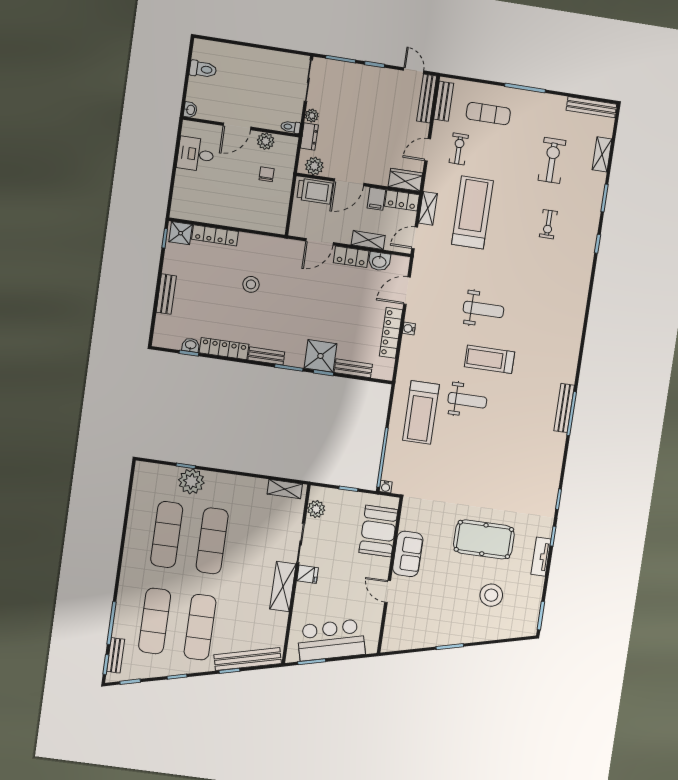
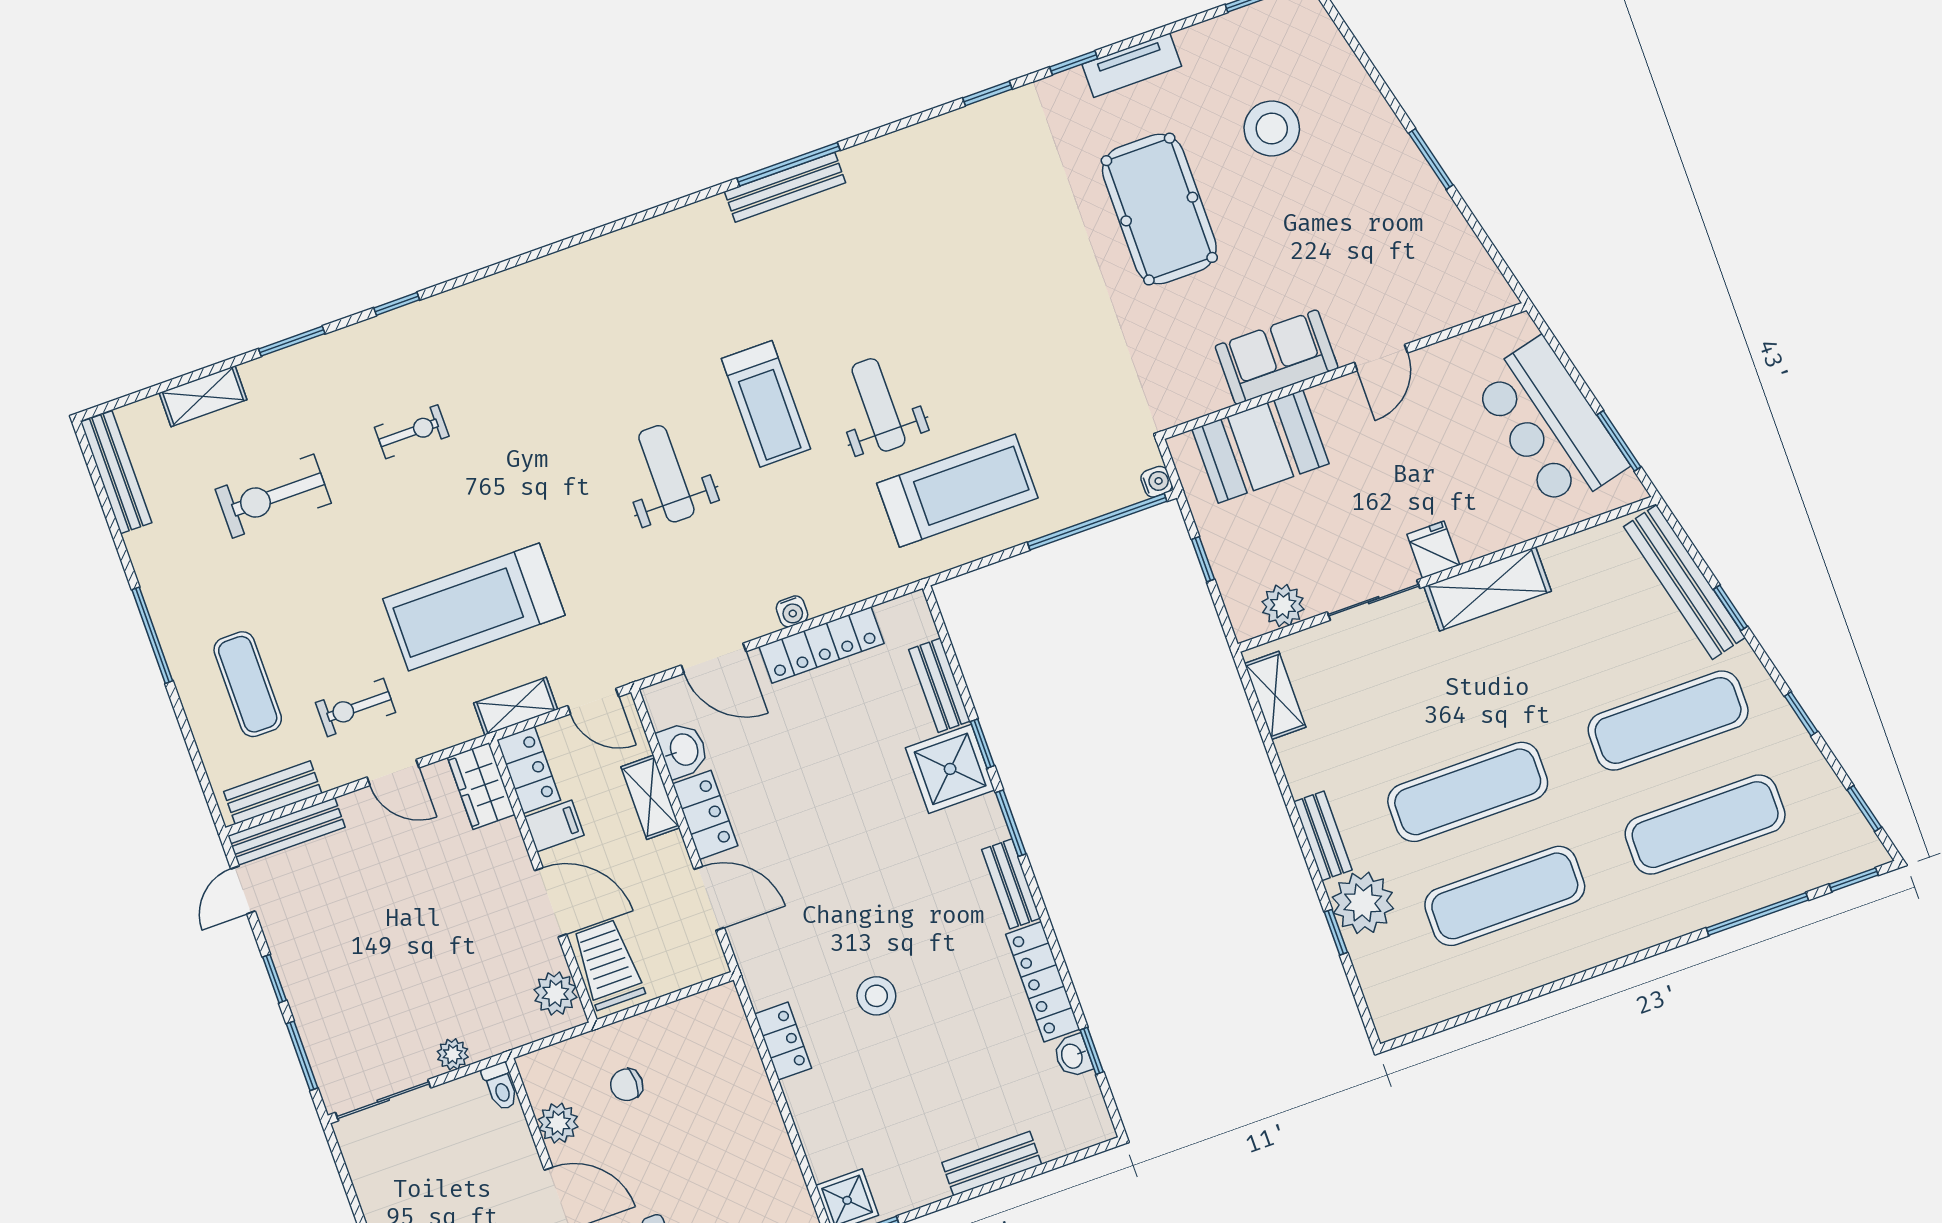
dresser: (309, 136) -> (499, 1036), removed
locker: (215, 235) -> (783, 1041), moved, width x0.66
bench: (116, 655) -> (1323, 836), moved, turned 90

